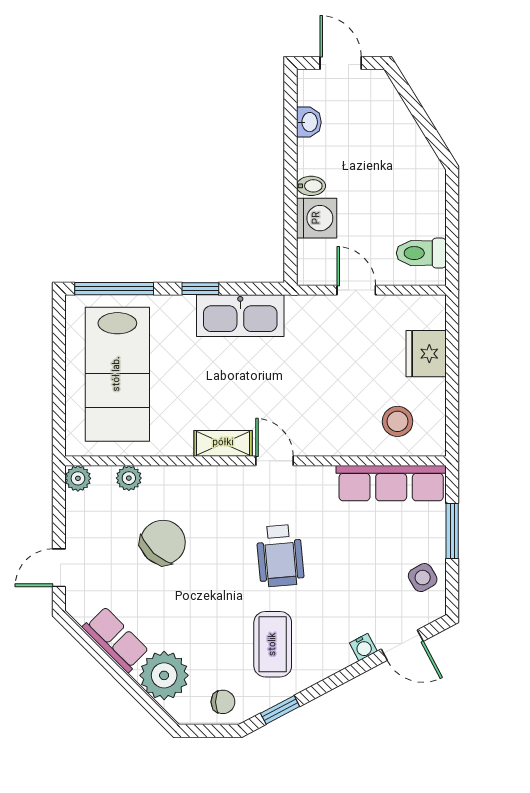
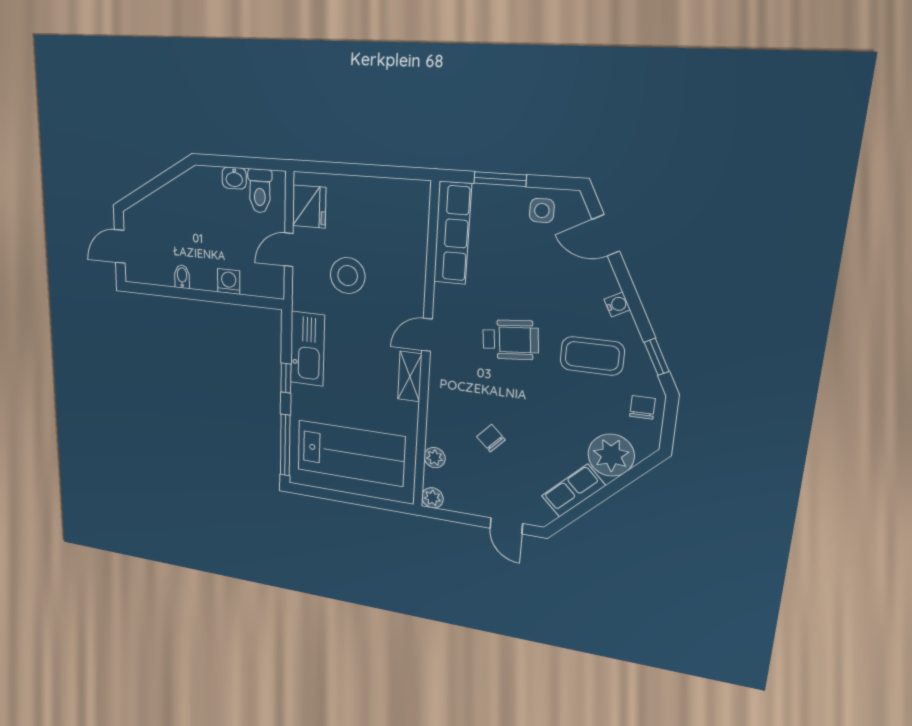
washbasin: (309, 122) -> (234, 178), moved, turned 180
bidet: (311, 186) -> (182, 277), moved
washing machine: (317, 218) -> (229, 282), width x0.73, depth x0.73
fridge: (426, 354) -> (309, 207), moved, turned -90
stool: (398, 421) -> (348, 276), moved, width x1.38, depth x1.38
chair: (163, 542) -> (491, 438), width x0.54, depth x0.54
side table: (423, 578) -> (542, 210), turned 30
door: (402, 645) -> (606, 235), swing flipped
water cooler: (363, 647) -> (617, 304), moved

